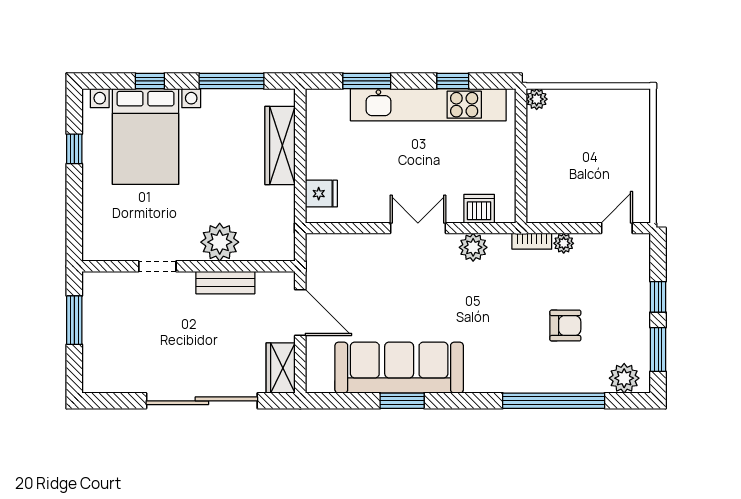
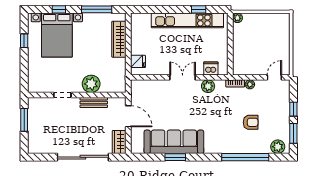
window: (367, 81) -> (159, 9), removed

